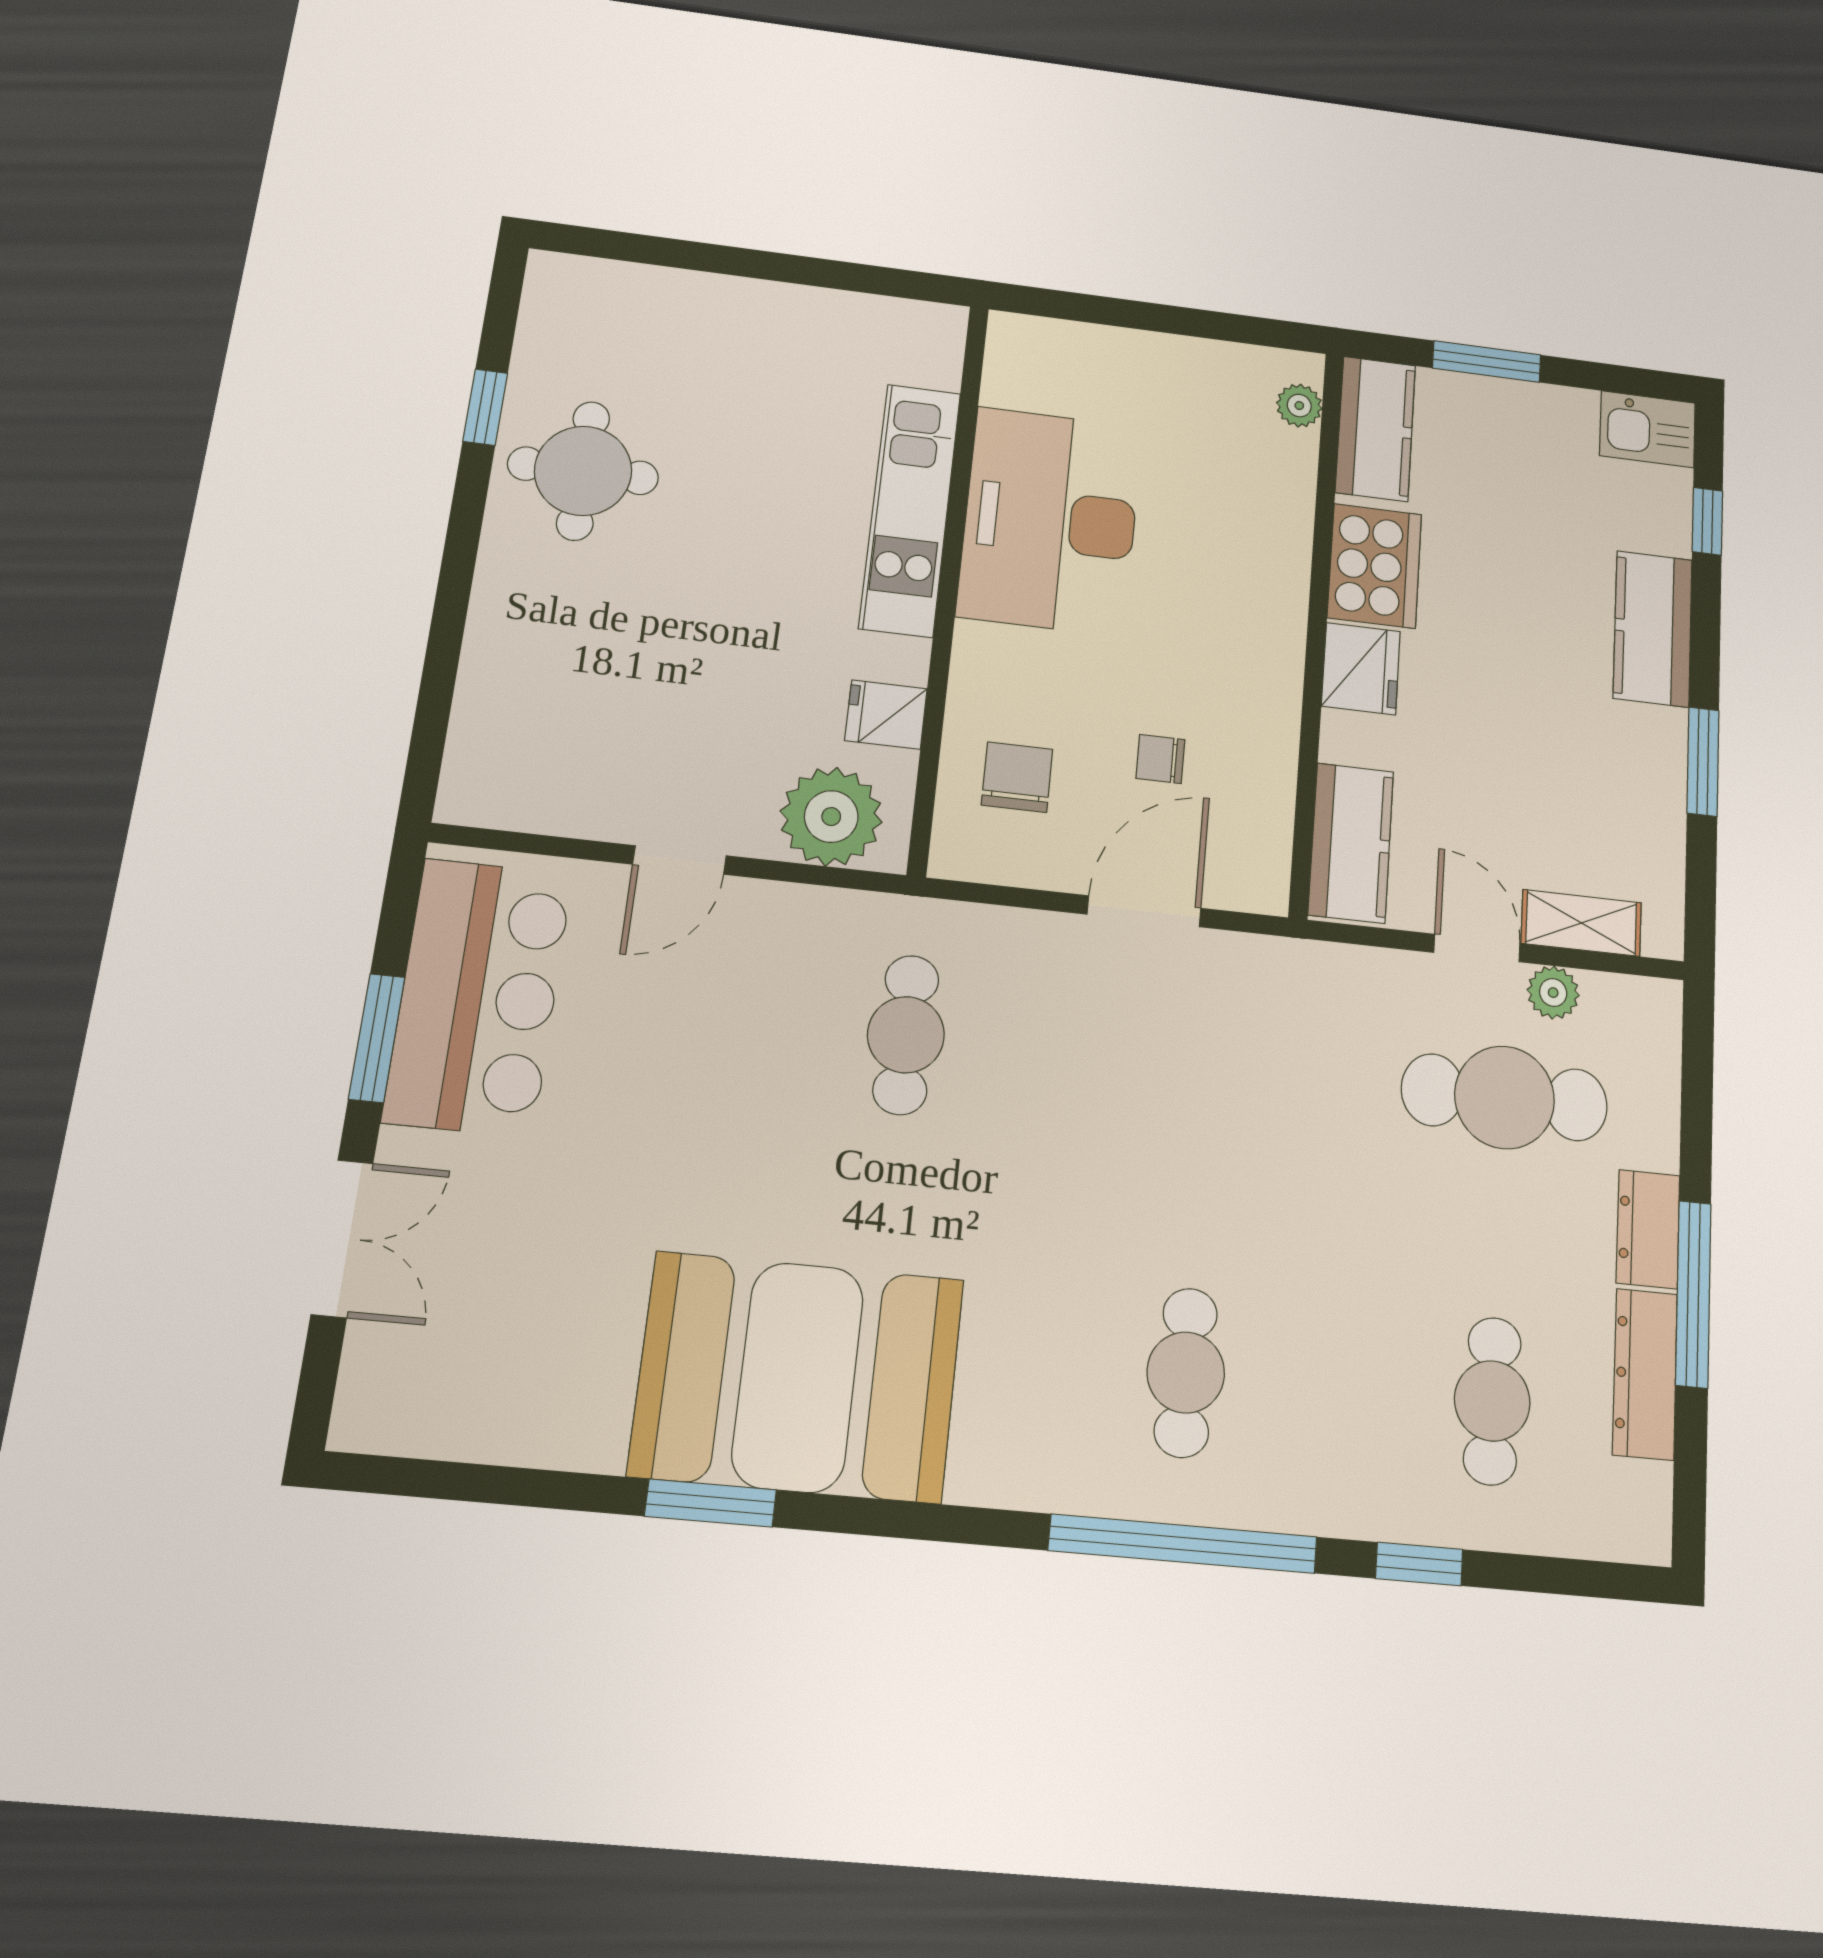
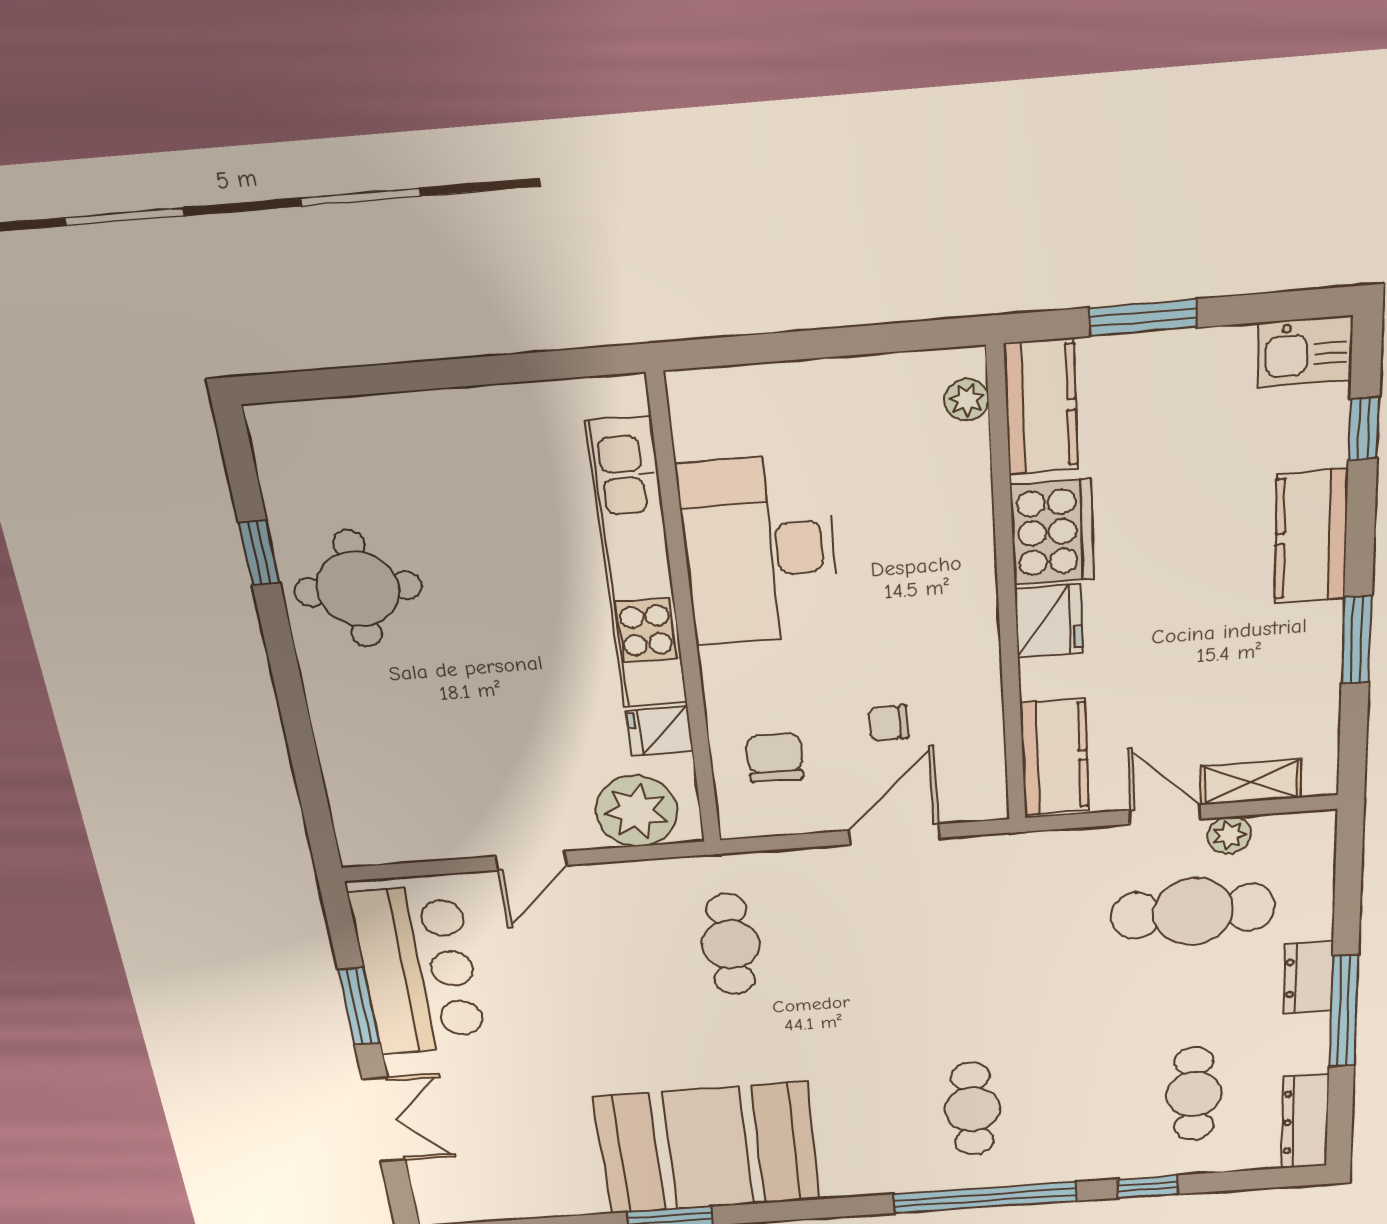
kitchen unit: (910, 510) -> (638, 566), width x1.36
dresser: (1645, 1374) -> (1305, 1121), moved

